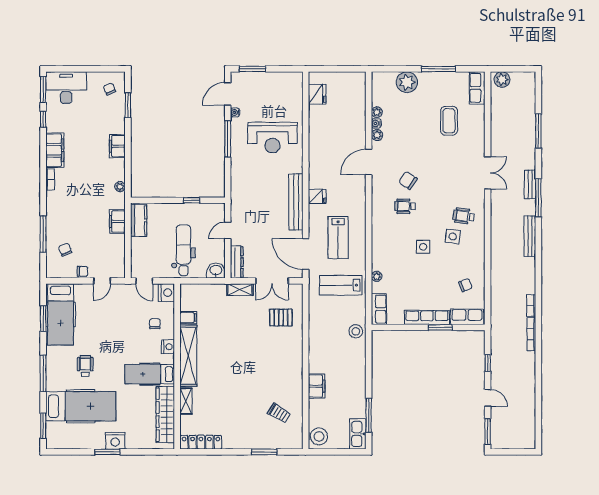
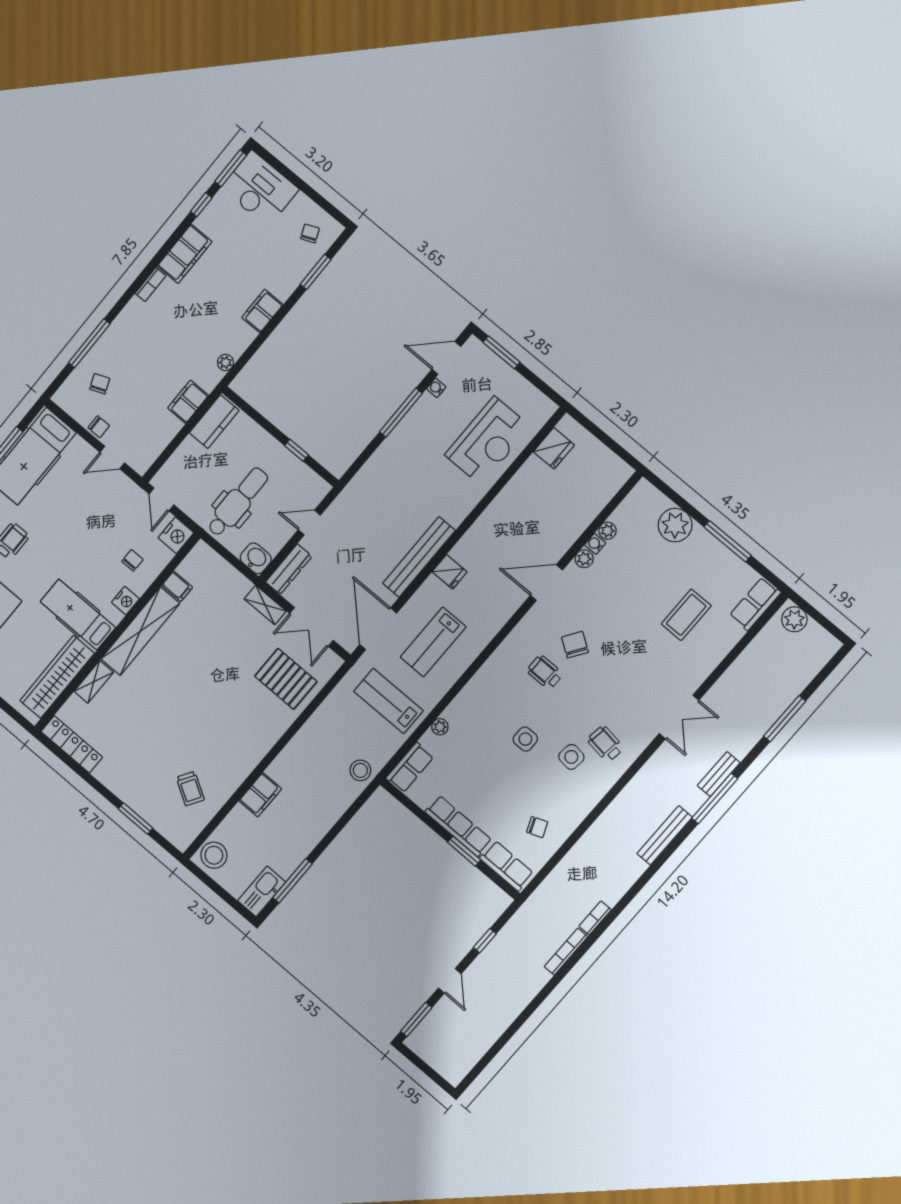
reception desk: (273, 138) -> (488, 441), moved, turned -90
pallet: (281, 317) -> (286, 679), width x1.50, depth x1.42

